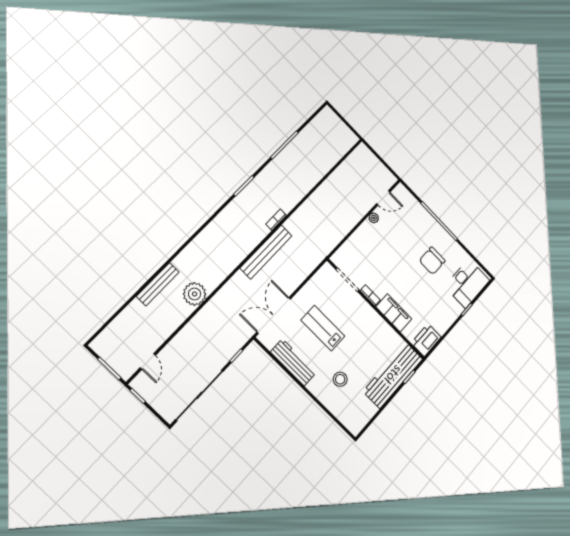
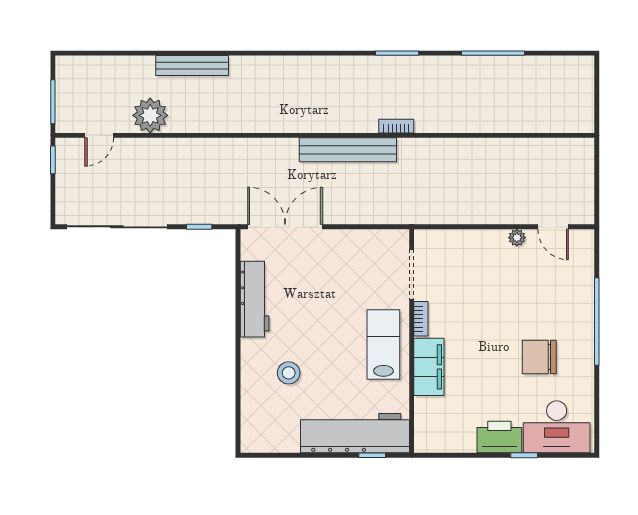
plant: (195, 294) -> (150, 115), moved
lab bench: (323, 328) -> (383, 344), moved
printer: (426, 340) -> (499, 437), moved

